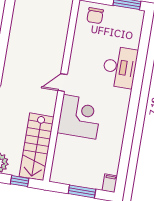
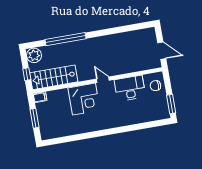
desk: (120, 67) -> (130, 88), moved, turned 180
filing cabinet: (110, 183) -> (40, 97), moved

